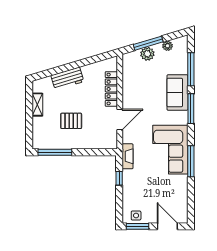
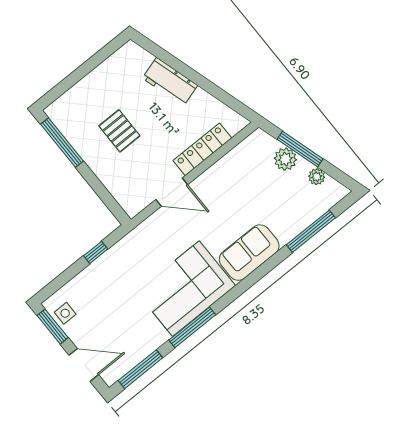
sofa: (177, 92) -> (249, 253), moved
shelving: (37, 105) -> (105, 70), removed
window: (191, 109) -> (140, 369), moved
fireplace: (128, 156) -> (133, 241), removed
door: (167, 226) -> (84, 365), hinge flipped

